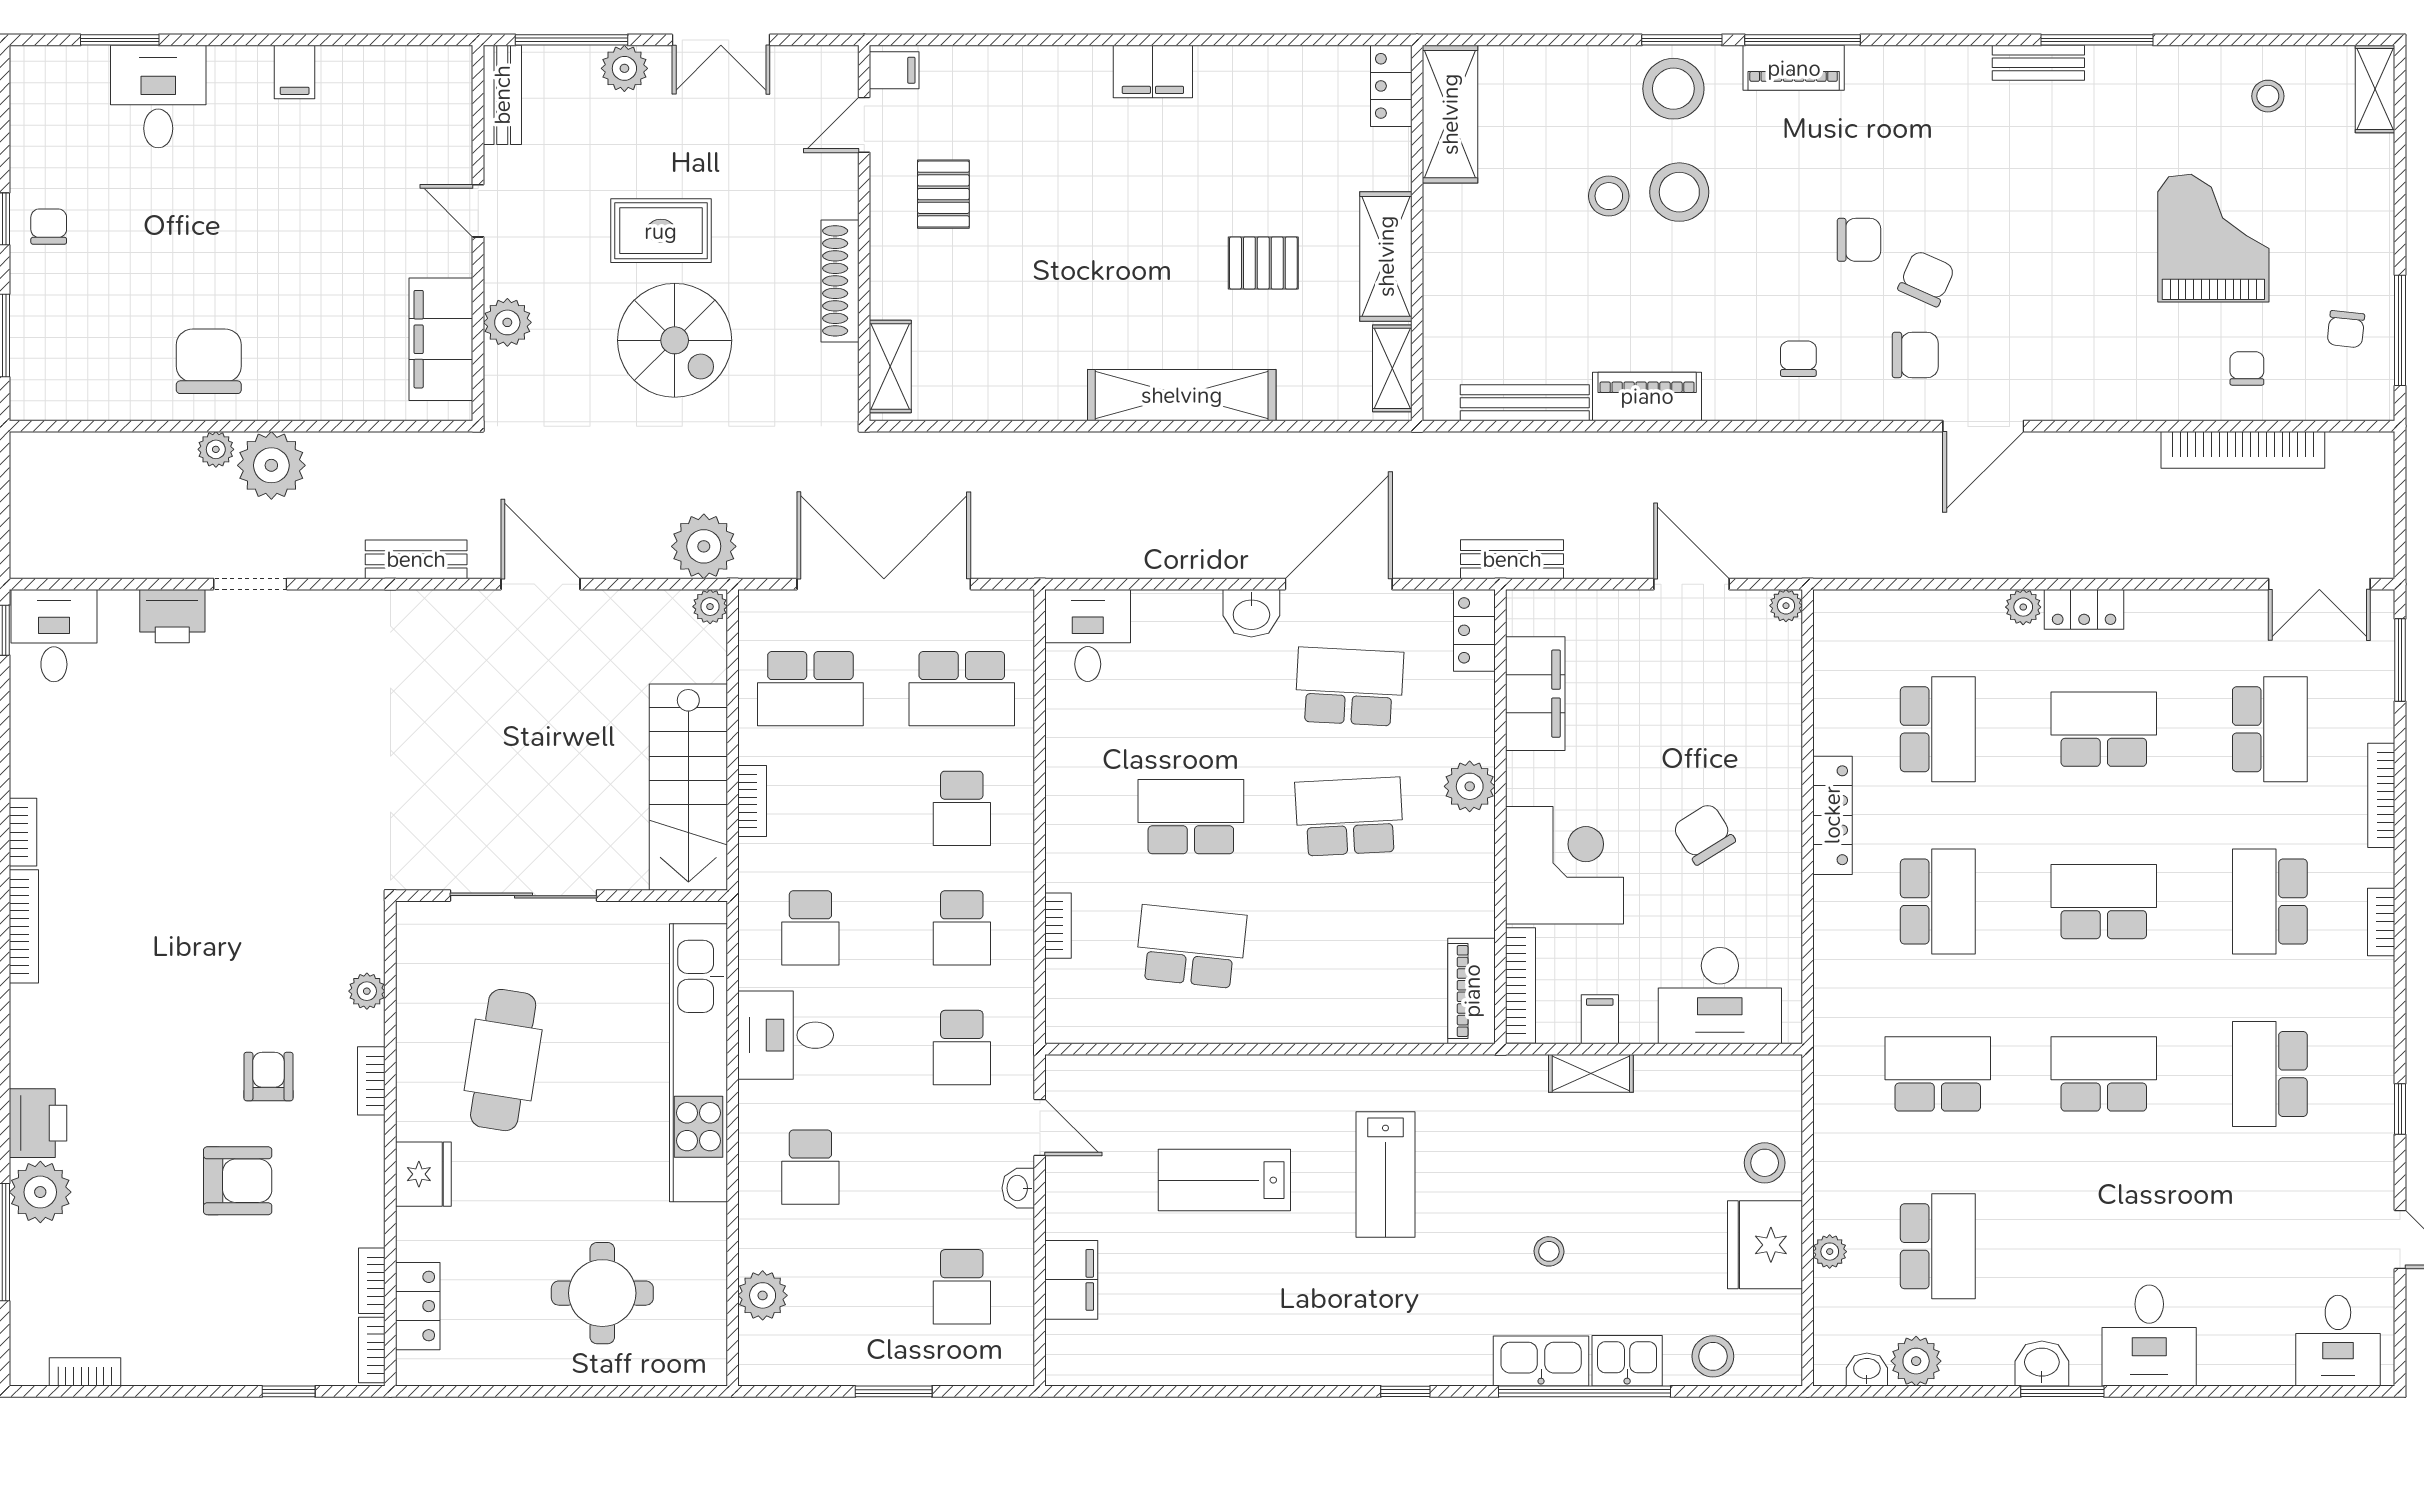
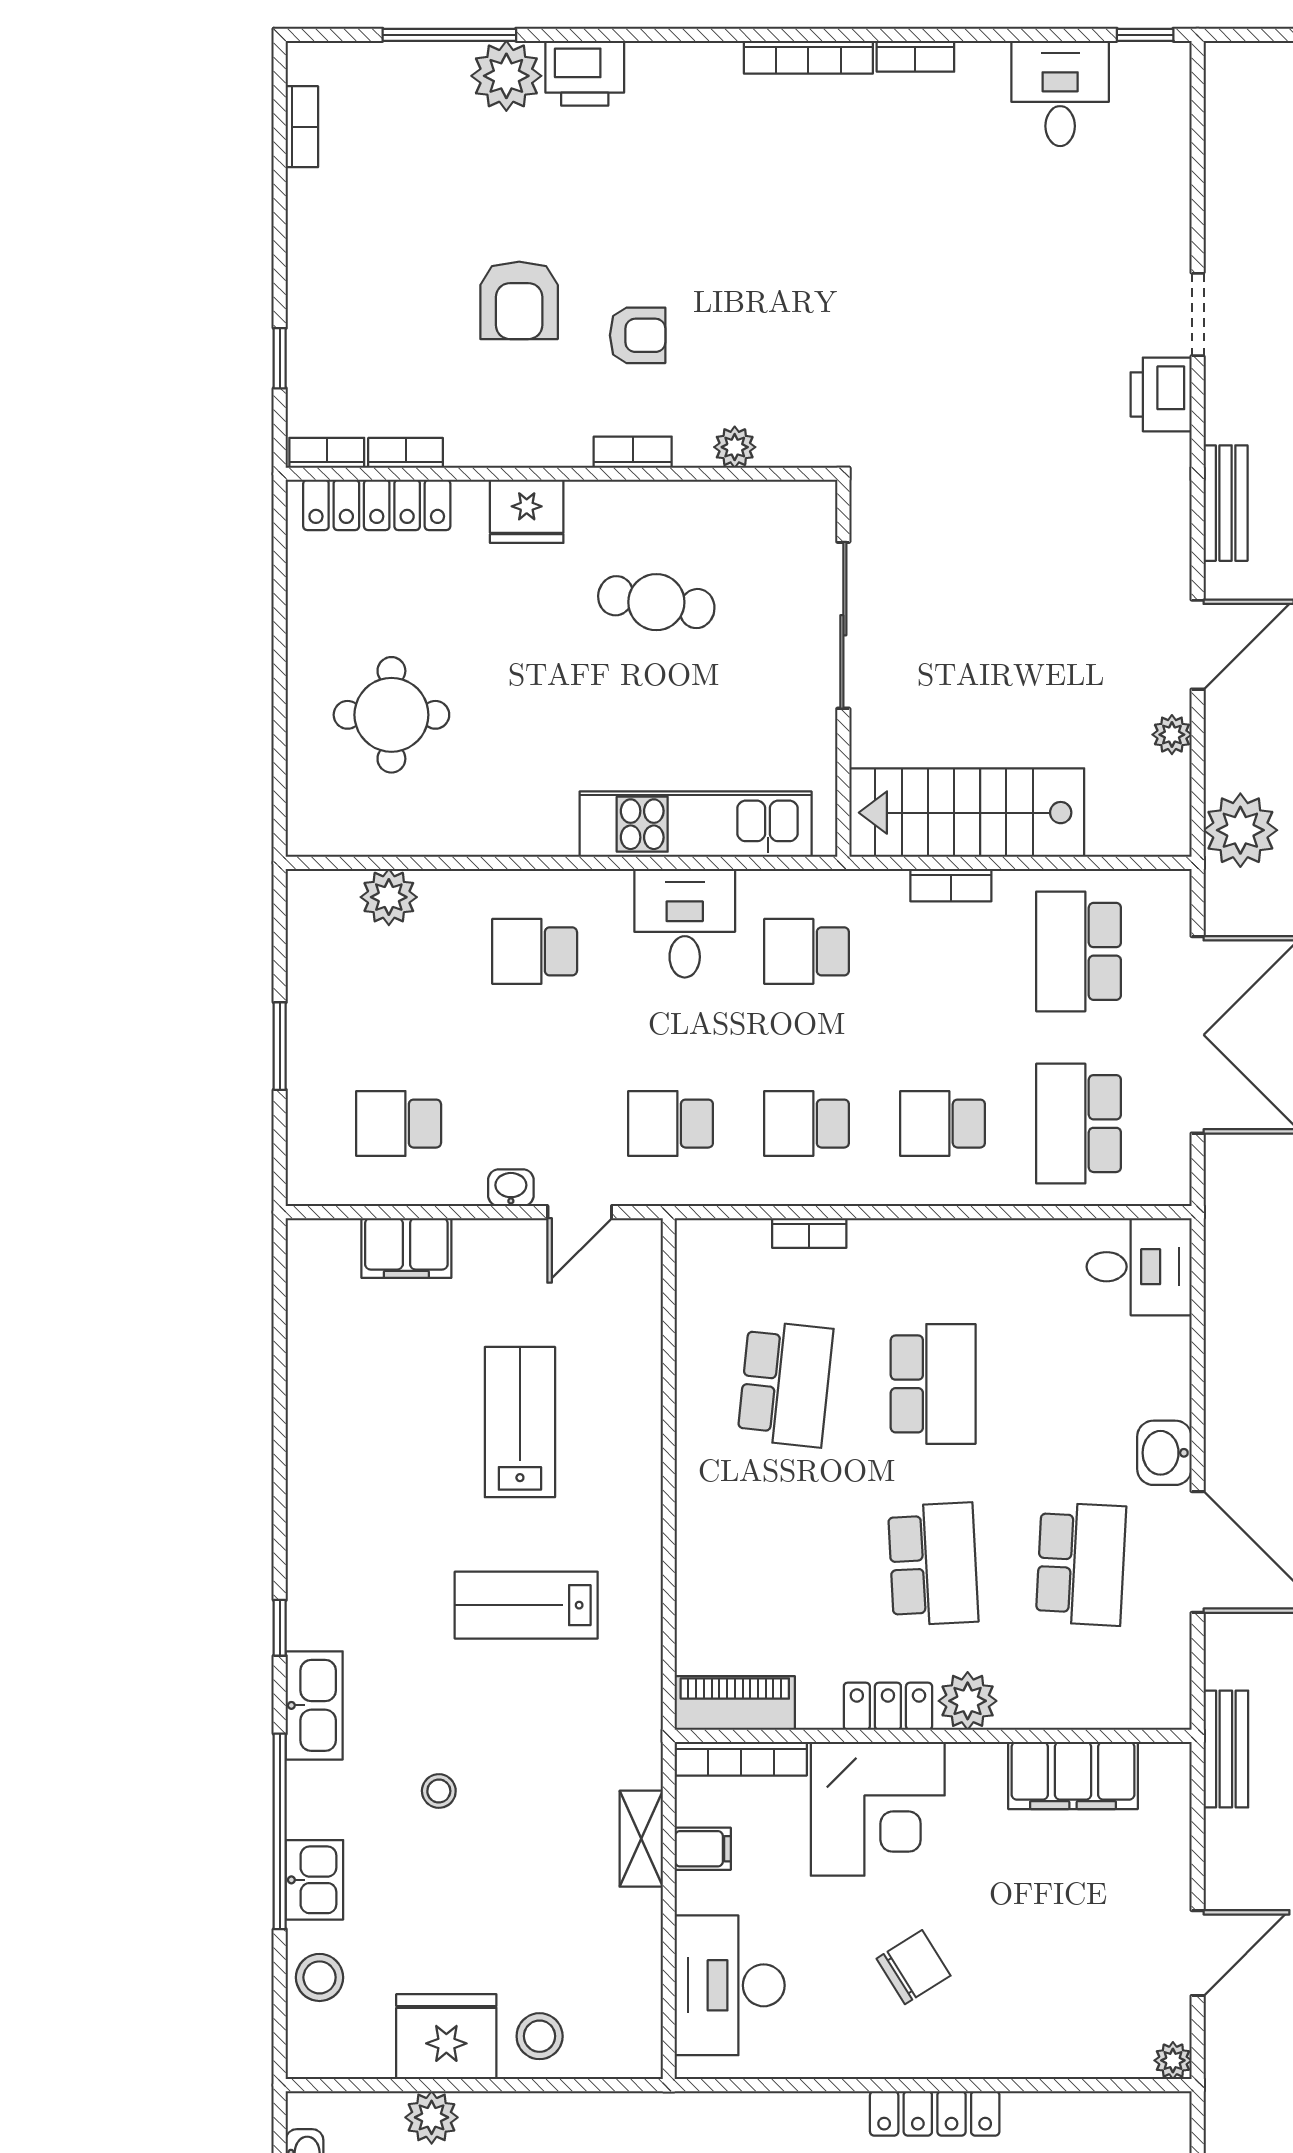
plant: (710, 607) -> (1172, 735), moved
printer: (172, 616) -> (1161, 394), moved
locker: (1474, 630) -> (888, 1706), moved
desk: (54, 636) -> (1060, 93), moved, turned -90
cafe table: (503, 1060) -> (656, 602), width x0.73, depth x0.74
kitchen unit: (698, 1063) -> (696, 824), width x0.73
plant: (1830, 1252) -> (432, 2117), width x1.38, depth x1.38
locker: (418, 1306) -> (377, 505), width x1.53
kitchen sink: (1541, 1361) -> (314, 1705), moved

